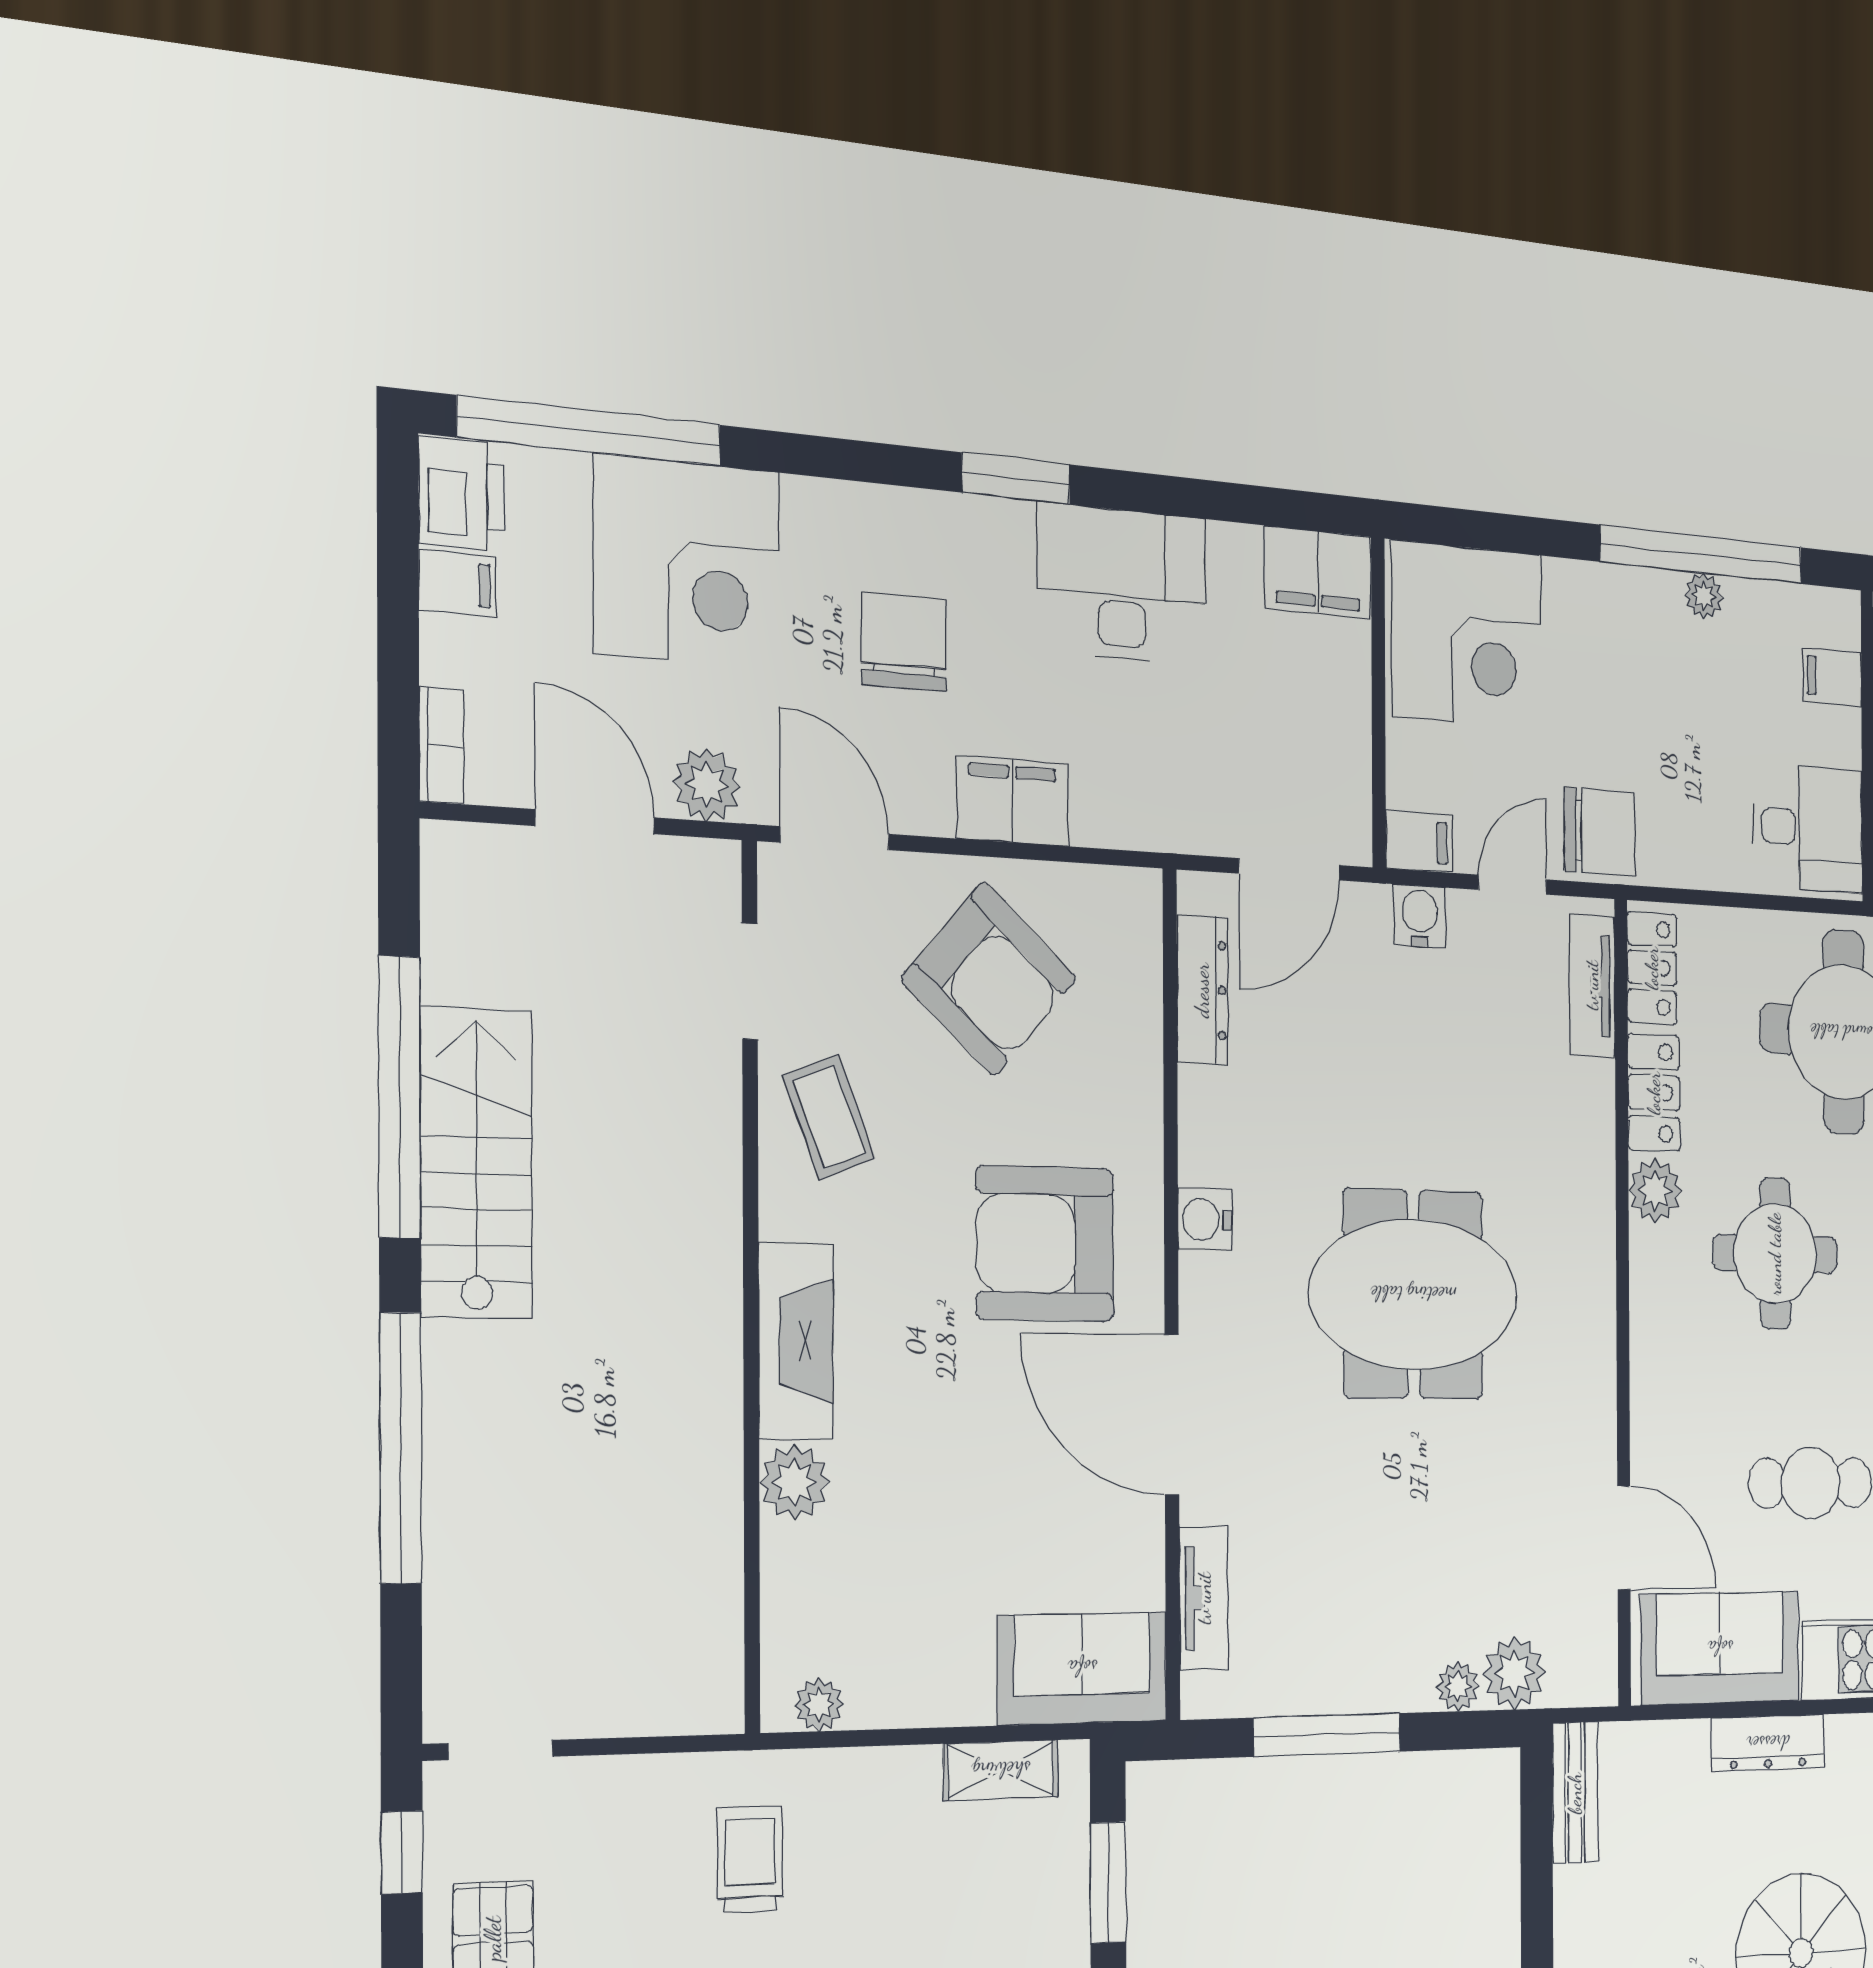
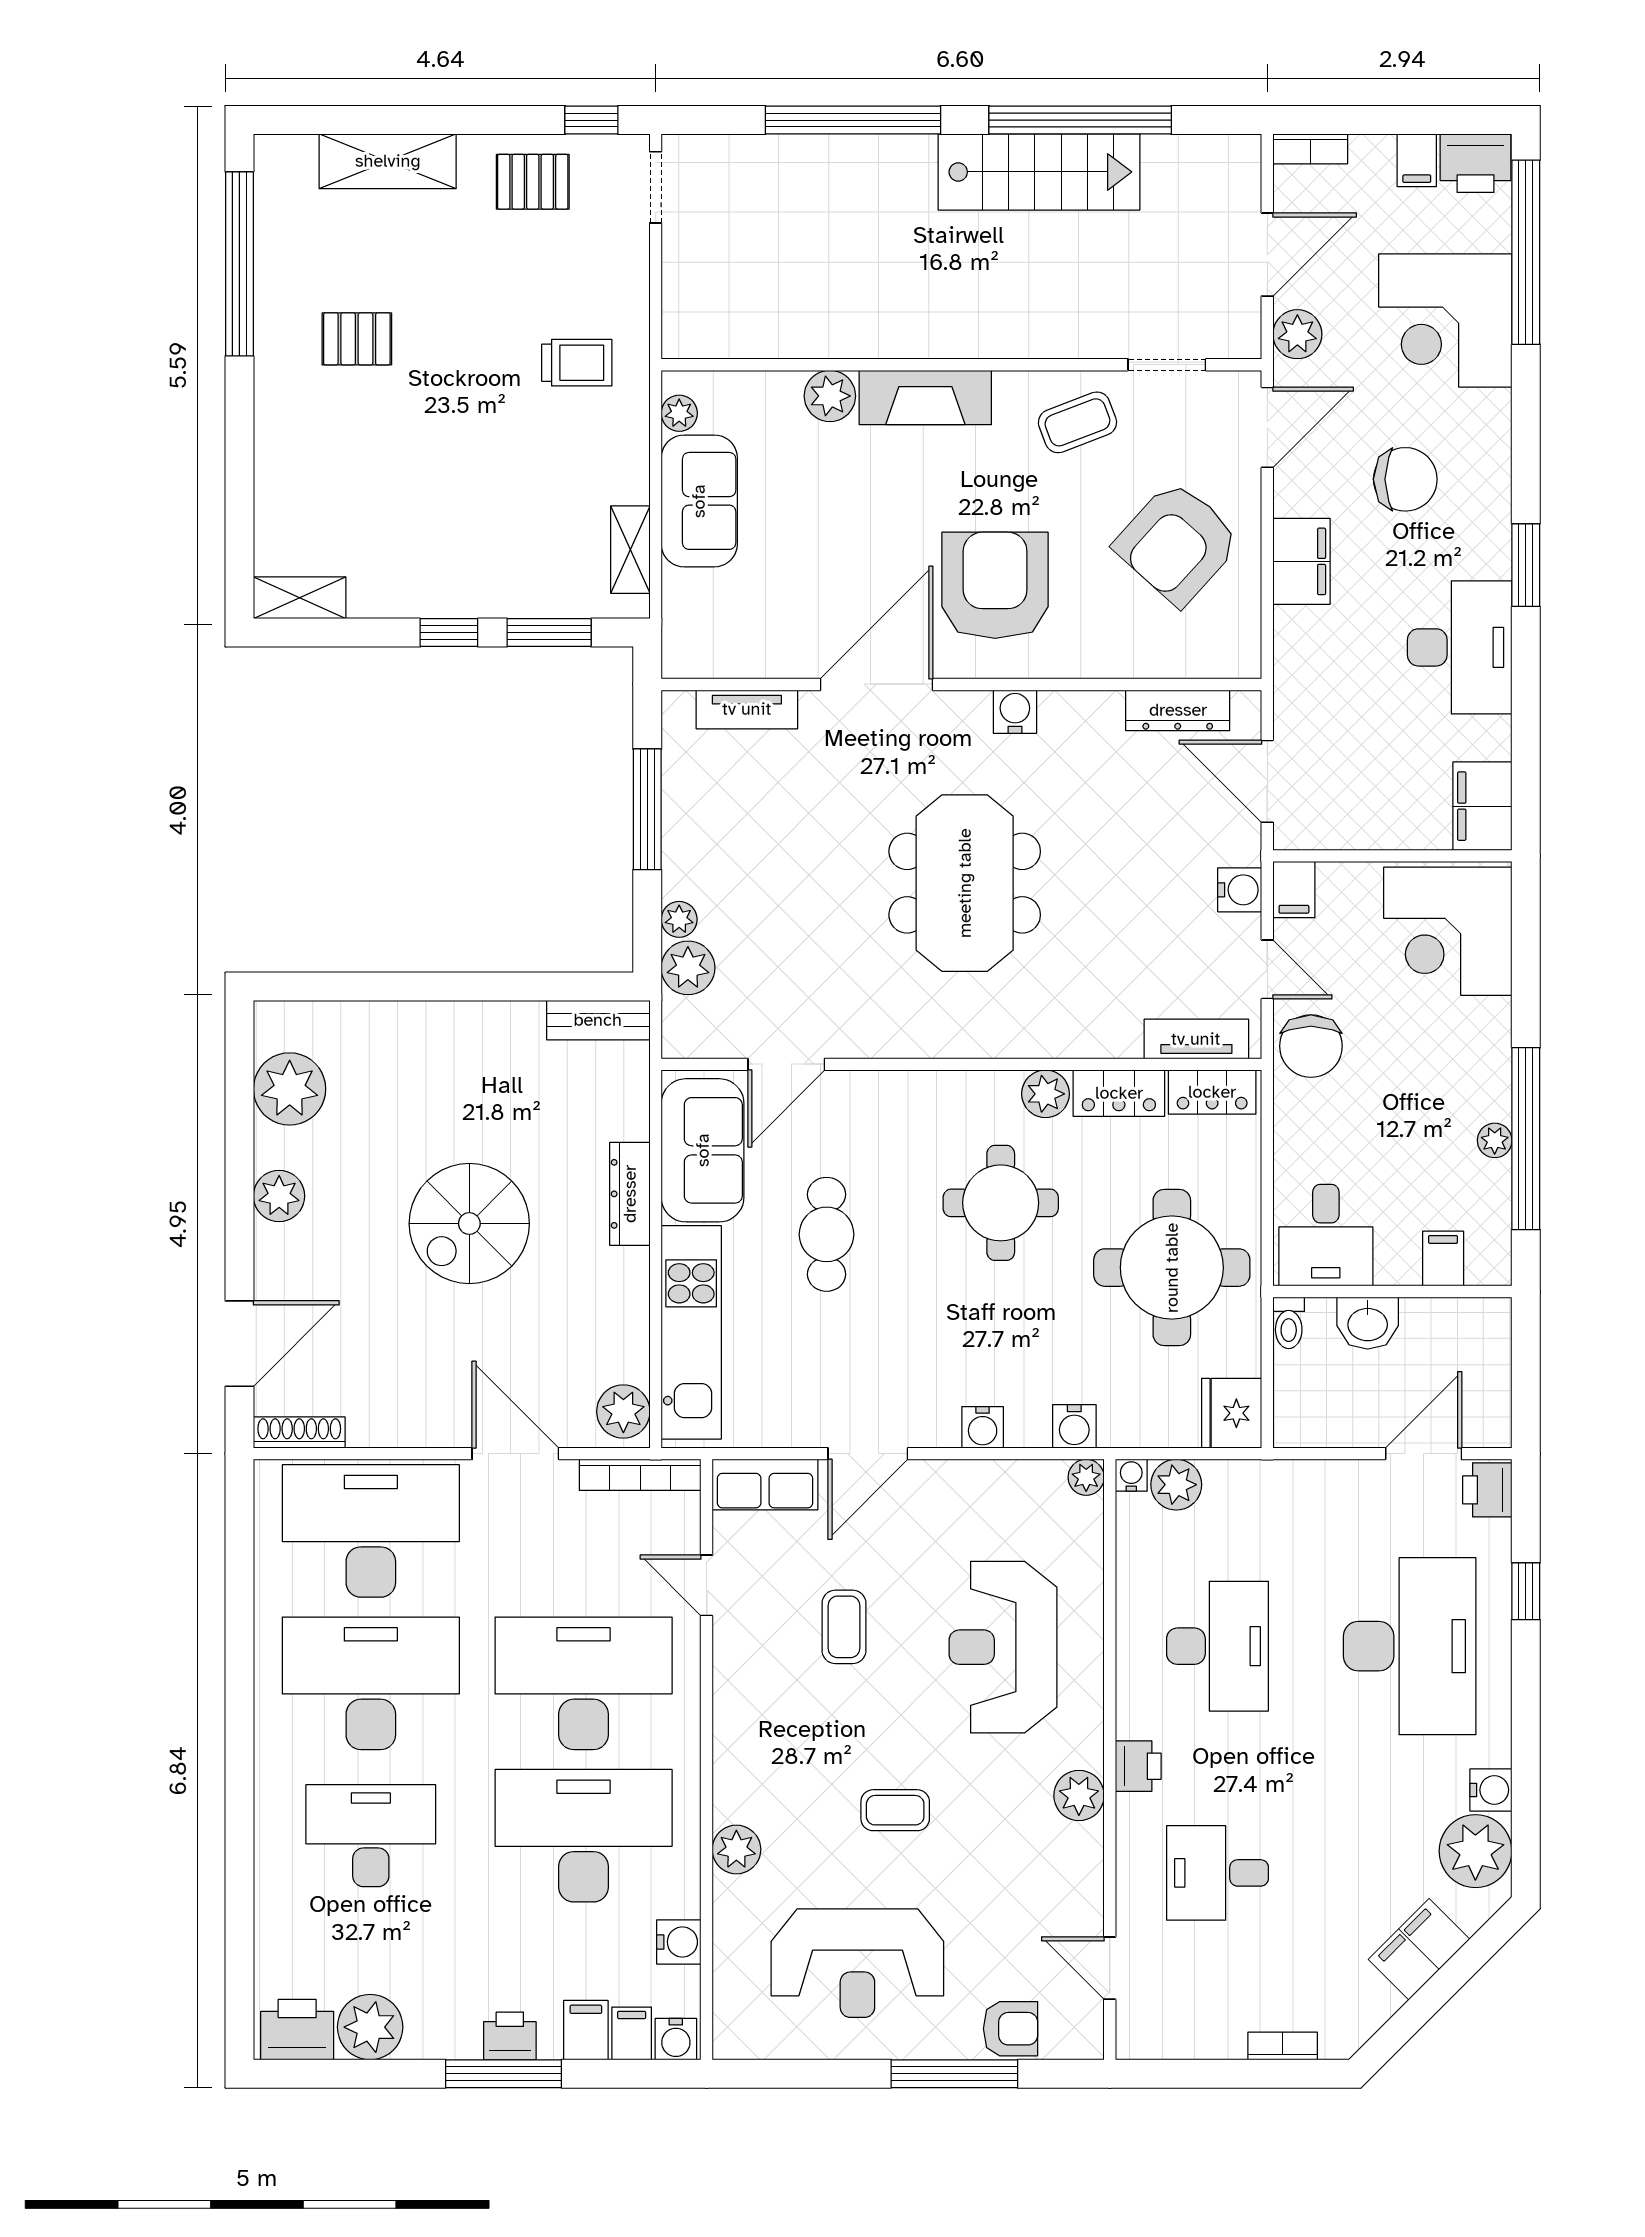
sofa: (1082, 1668) -> (699, 501), moved

